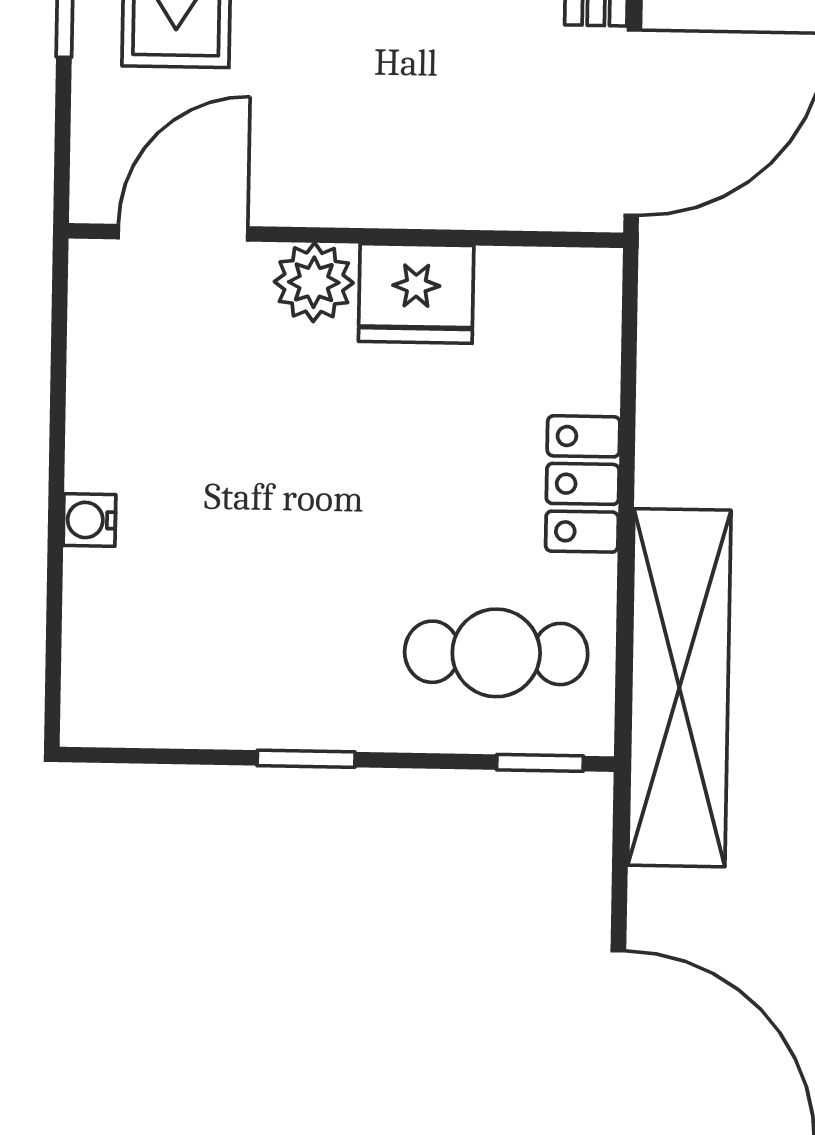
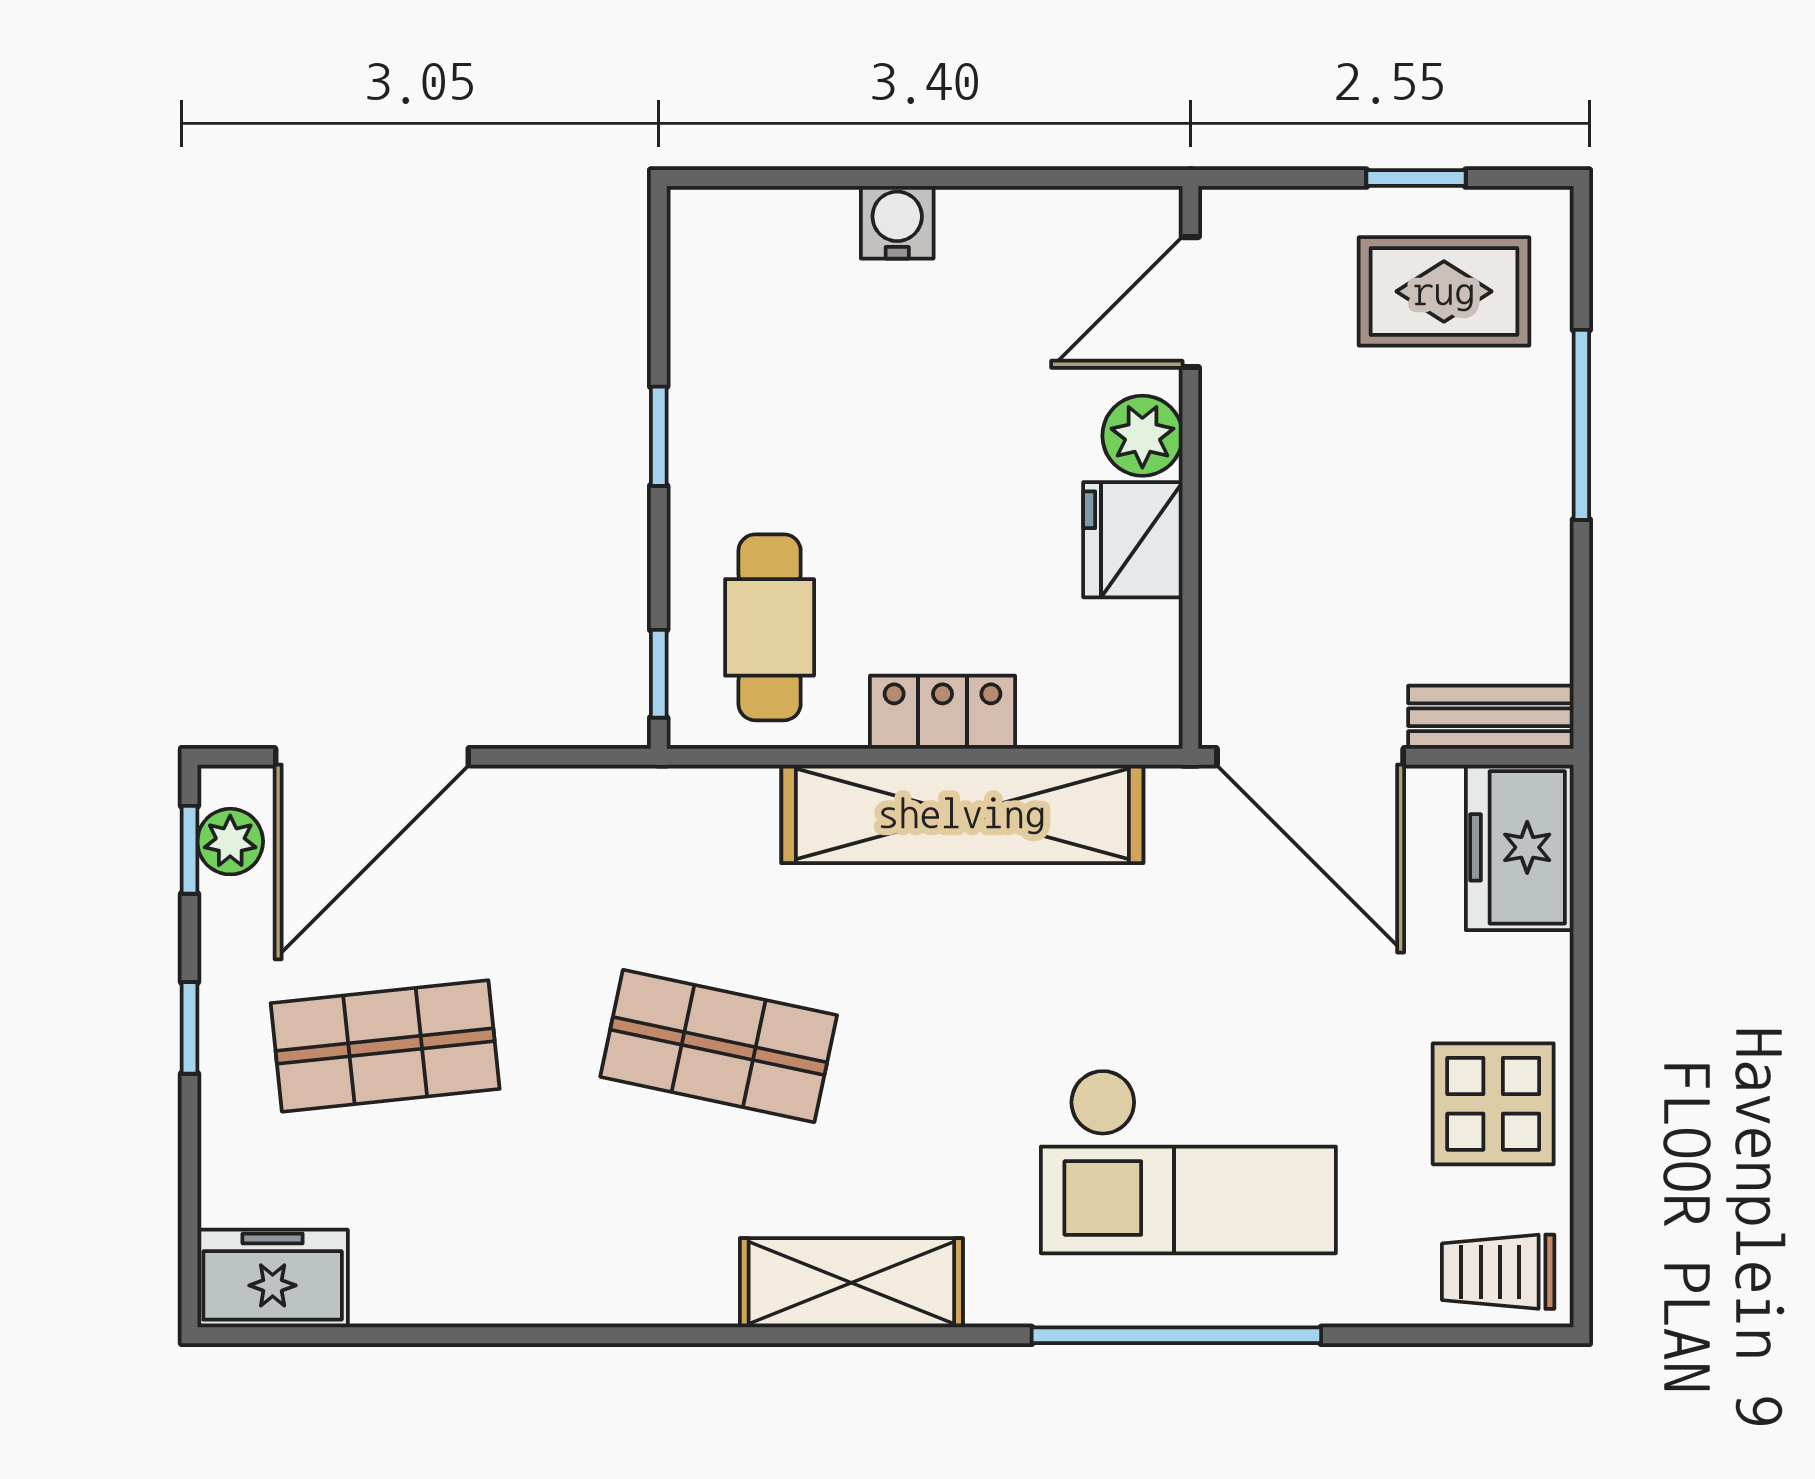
door: (183, 233) -> (1190, 302), swing flipped
water cooler: (89, 520) -> (897, 222), width x1.38, depth x1.38
shelving: (679, 688) -> (962, 814), moved

